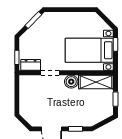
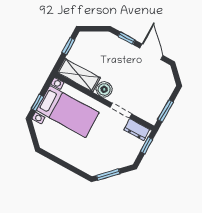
window: (17, 91) -> (166, 111), added

